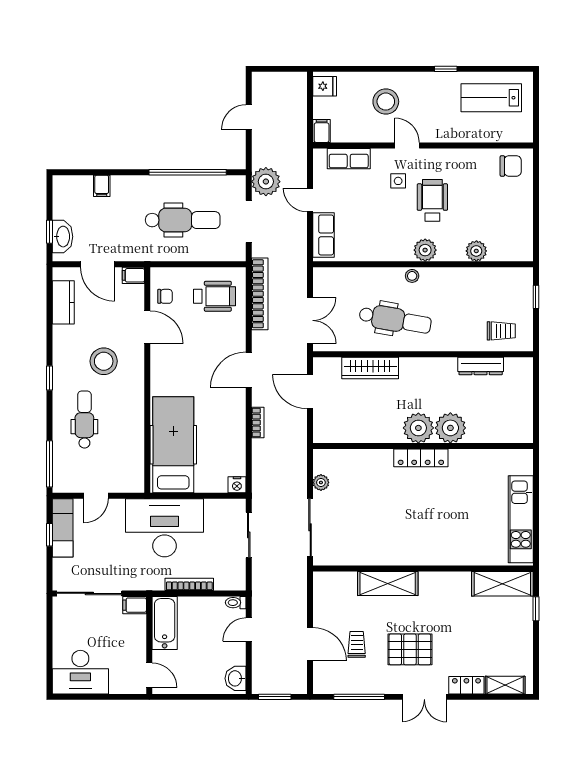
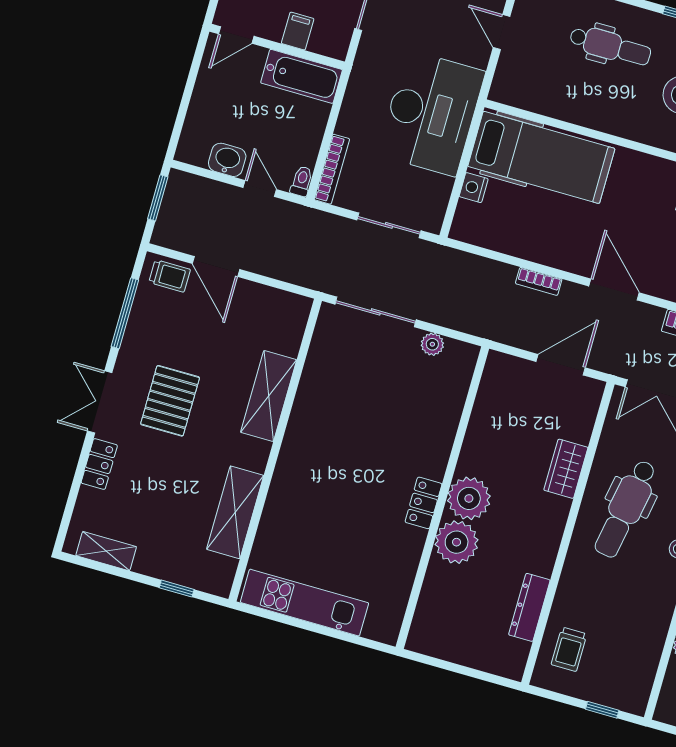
wardrobe: (370, 368) -> (566, 469), width x0.67
locker: (421, 458) -> (423, 503), width x0.66
nightstand: (237, 485) -> (474, 188), moved
bookcase: (189, 584) -> (332, 169), moved
shelving: (502, 584) -> (235, 512), moved
filing cabinet: (135, 605) -> (298, 31), moved
door: (310, 644) -> (216, 266), hinge flipped
trolley: (357, 644) -> (170, 276), moved
washbasin: (236, 678) -> (227, 160), moved
shelving: (505, 685) -> (106, 551), moved, turned 90

